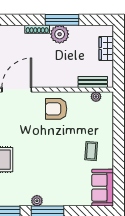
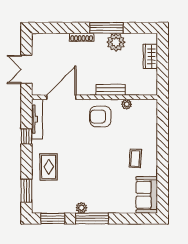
plant: (60, 34) -> (116, 42), moved
bench: (93, 82) -> (111, 90), moved
plant: (96, 97) -> (127, 104), moved

